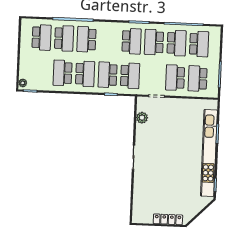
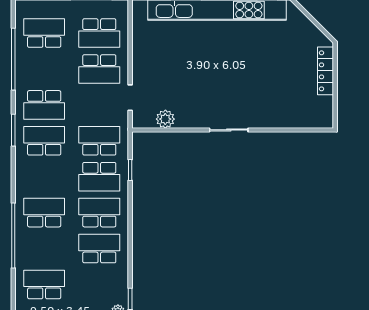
school desk: (64, 38) -> (44, 249), removed
school desk: (86, 39) -> (44, 213), turned 180
school desk: (177, 43) -> (44, 69), removed
school desk: (63, 73) -> (99, 249), turned 180

